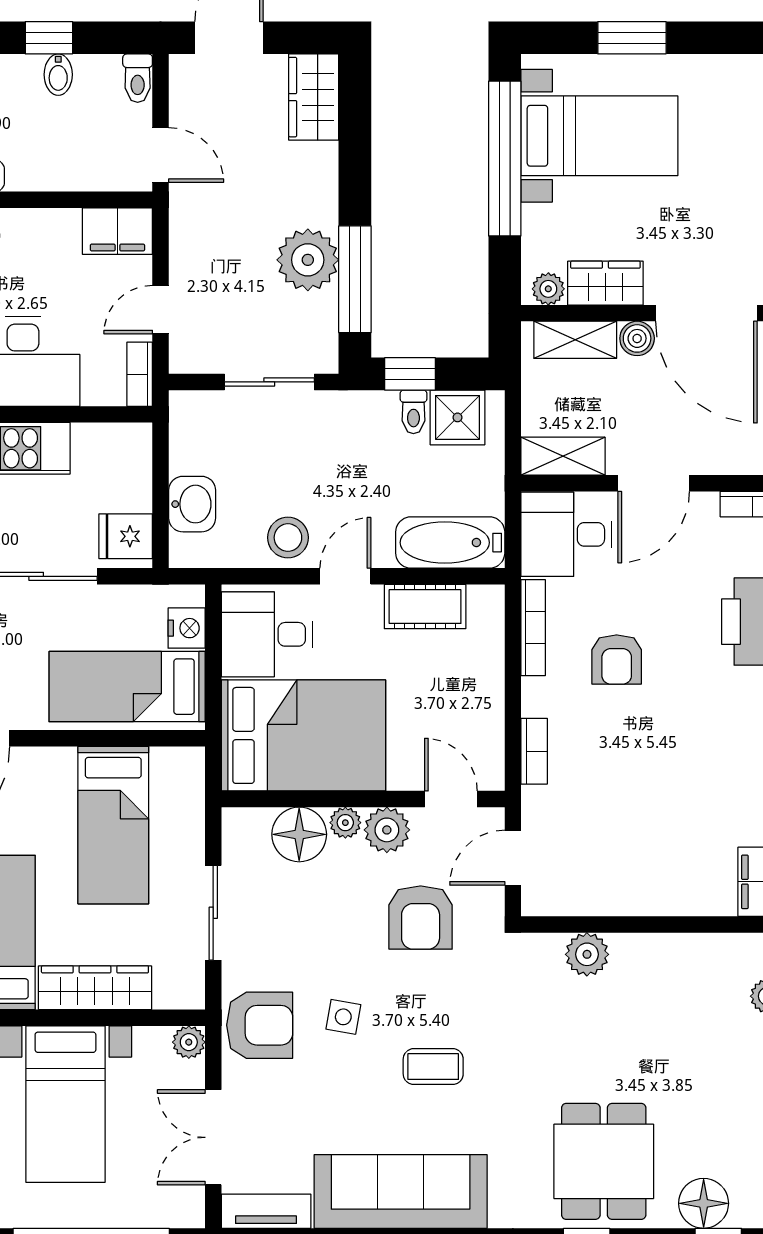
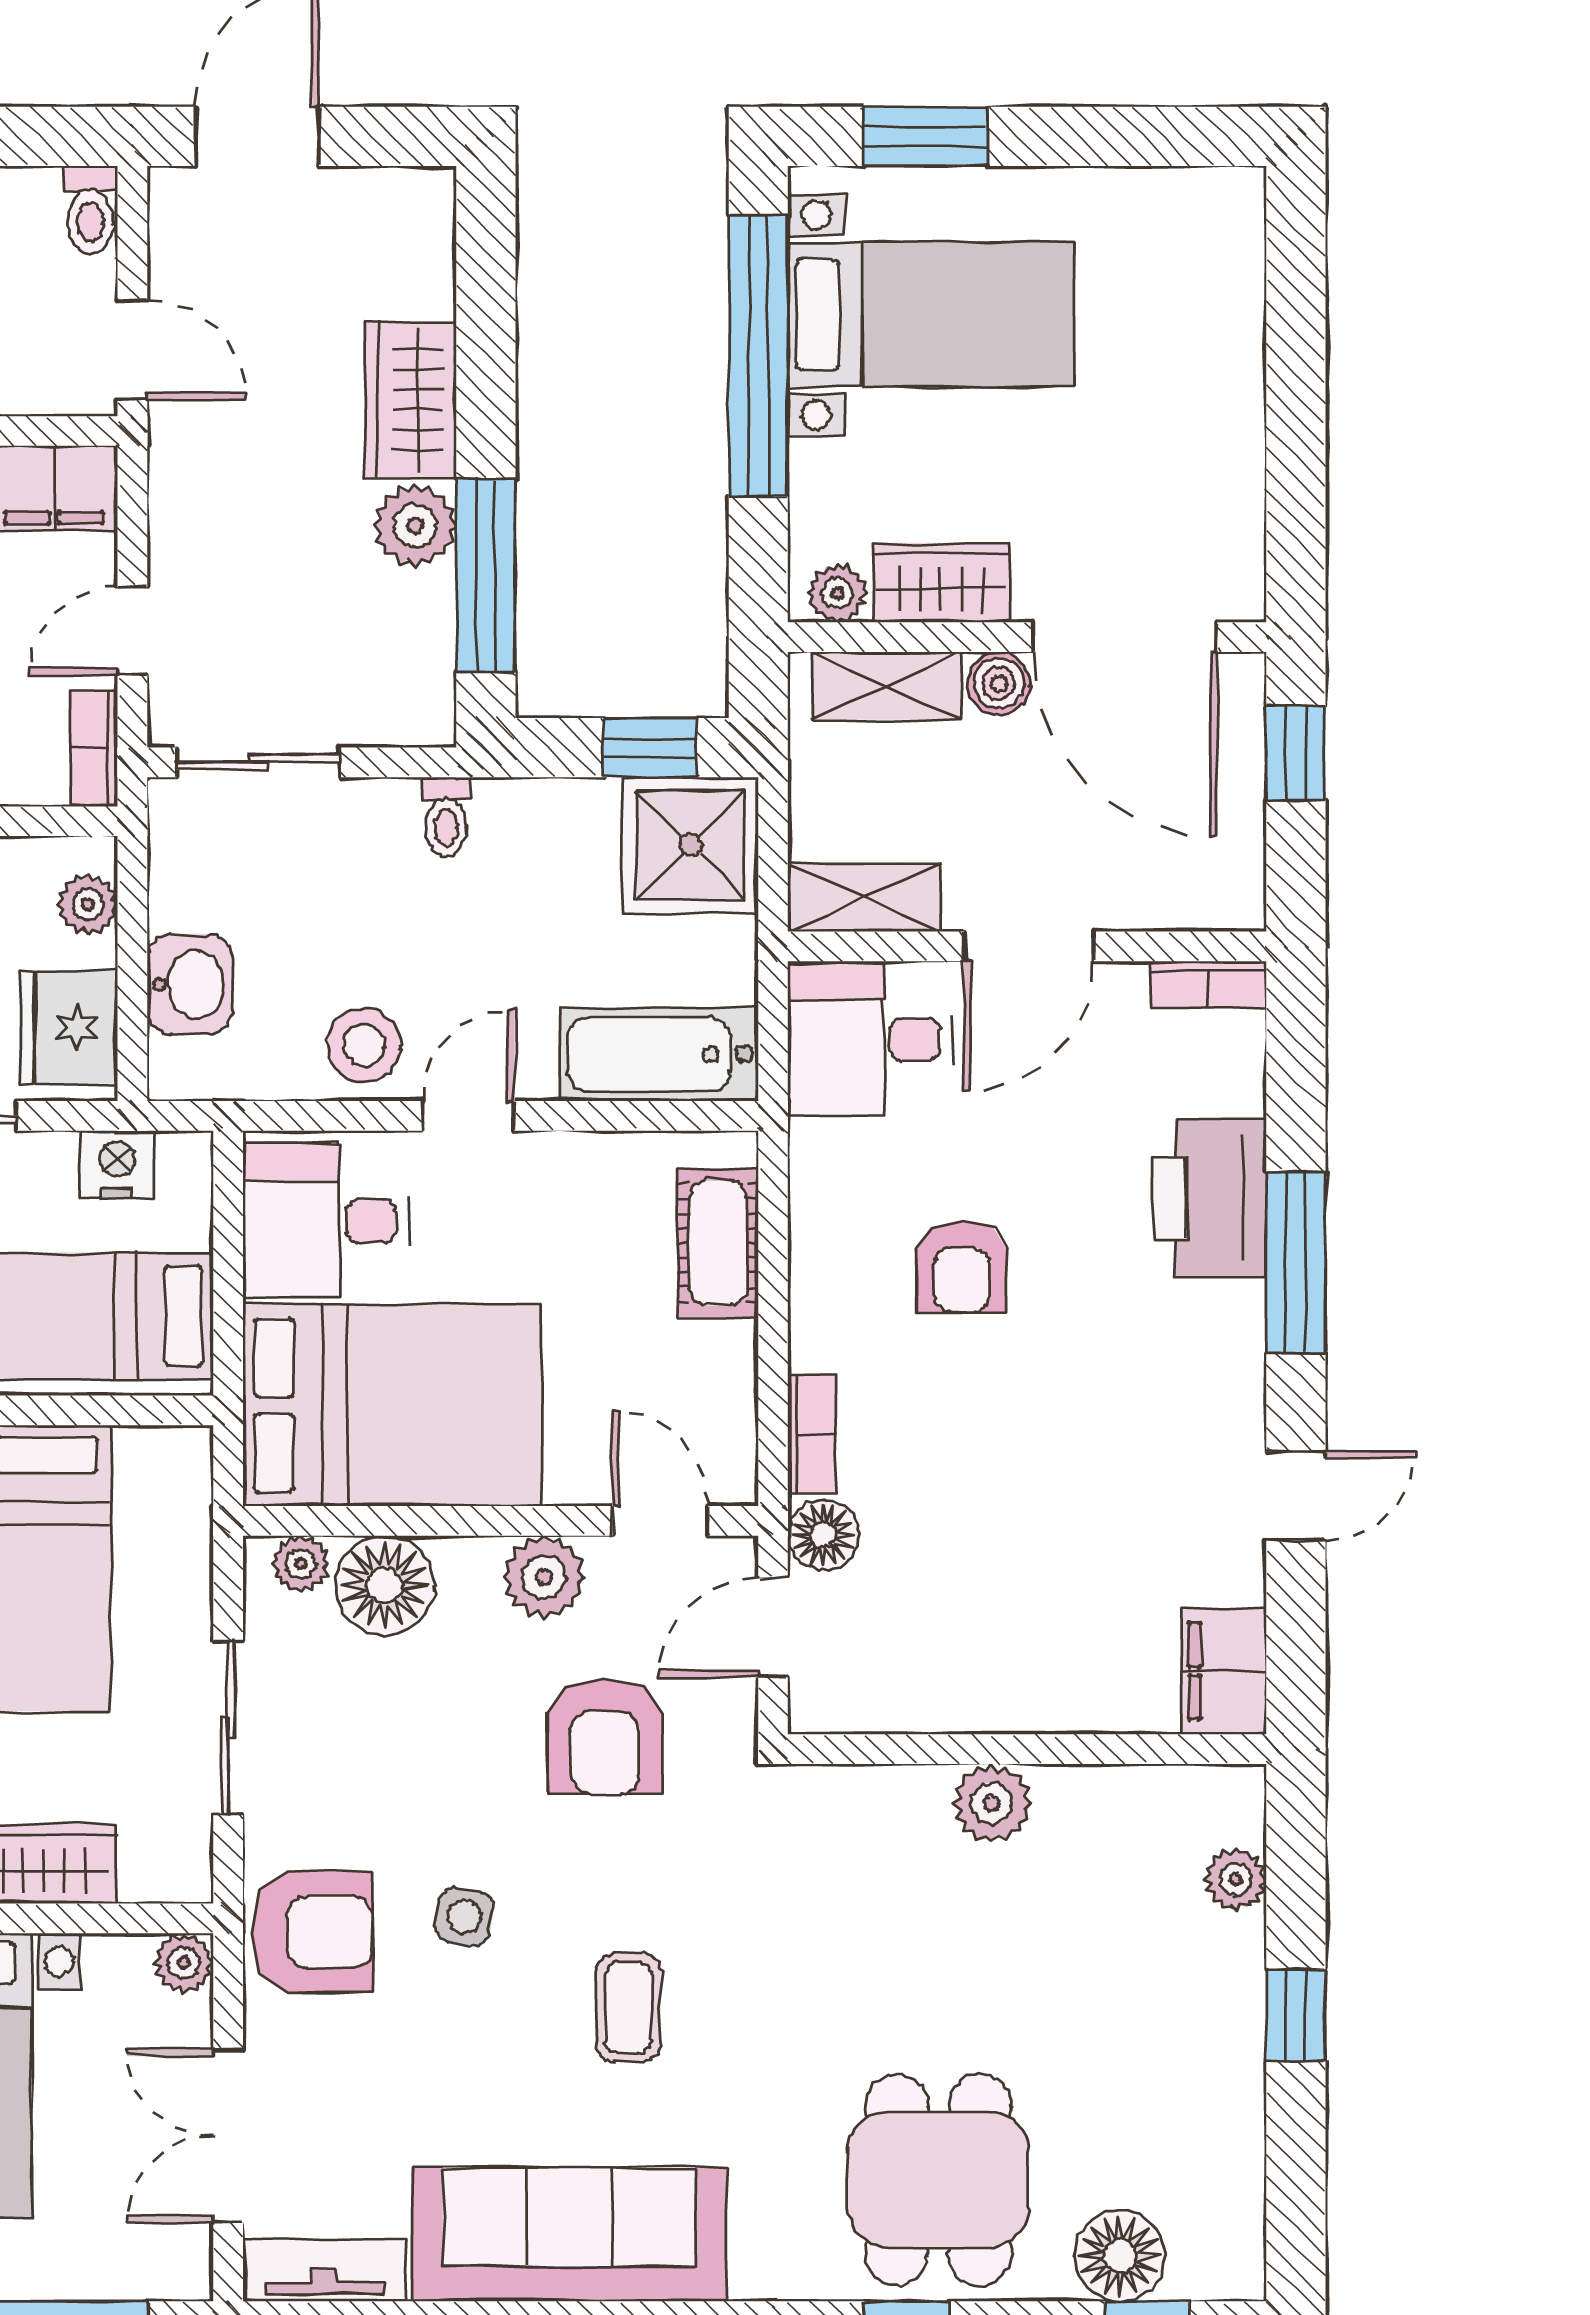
window: (632, 38) -> (925, 136), moved
wardrobe: (314, 97) -> (411, 400), moved
plant: (308, 260) -> (415, 525), width x0.73, depth x0.73
window: (410, 374) -> (650, 748), moved
sliding door: (269, 382) -> (258, 762), moved
toilet: (413, 412) -> (446, 817), moved
shower: (458, 417) -> (690, 845), width x1.36, depth x1.36
plant: (136, 460) -> (88, 904), added
fridge: (126, 536) -> (69, 1027), width x1.38
cot: (425, 607) -> (718, 1243), moved, turned 90
nightstand: (187, 628) -> (117, 1164), moved, turned -90
bookcase: (533, 628) -> (810, 1209), removed
floor lamp: (540, 807) -> (823, 1535), added
plant: (345, 823) -> (301, 1564), moved
plant: (587, 954) -> (992, 1803), moved
coffee table: (433, 1067) -> (628, 2007), turned 90

